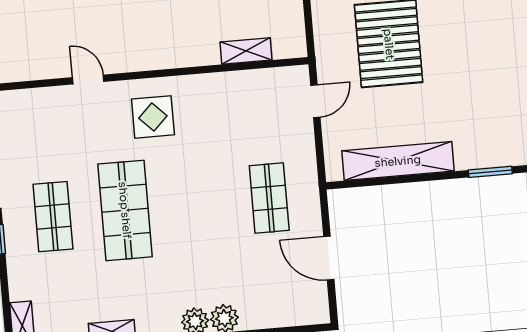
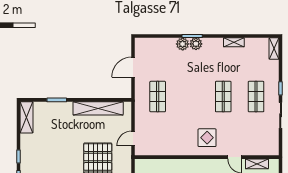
shelving: (246, 51) -> (257, 164), moved
shop shelf: (125, 210) -> (223, 97), width x0.70, depth x0.74
door: (329, 258) -> (133, 67), swing flipped

